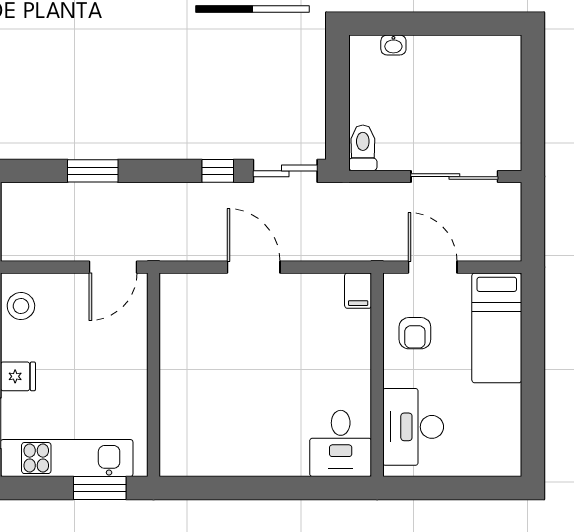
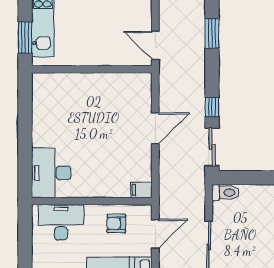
desk: (341, 443) -> (51, 173), width x1.37

